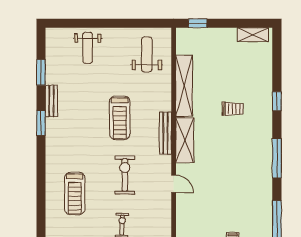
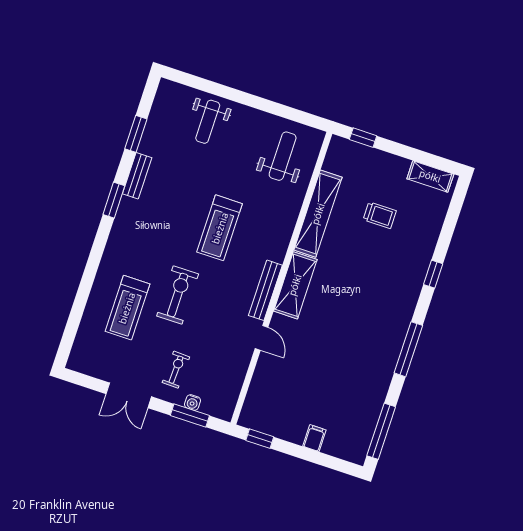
trolley: (233, 109) -> (380, 215), moved
bench: (165, 133) -> (265, 290), moved
exercise bike: (125, 175) -> (178, 295), moved

